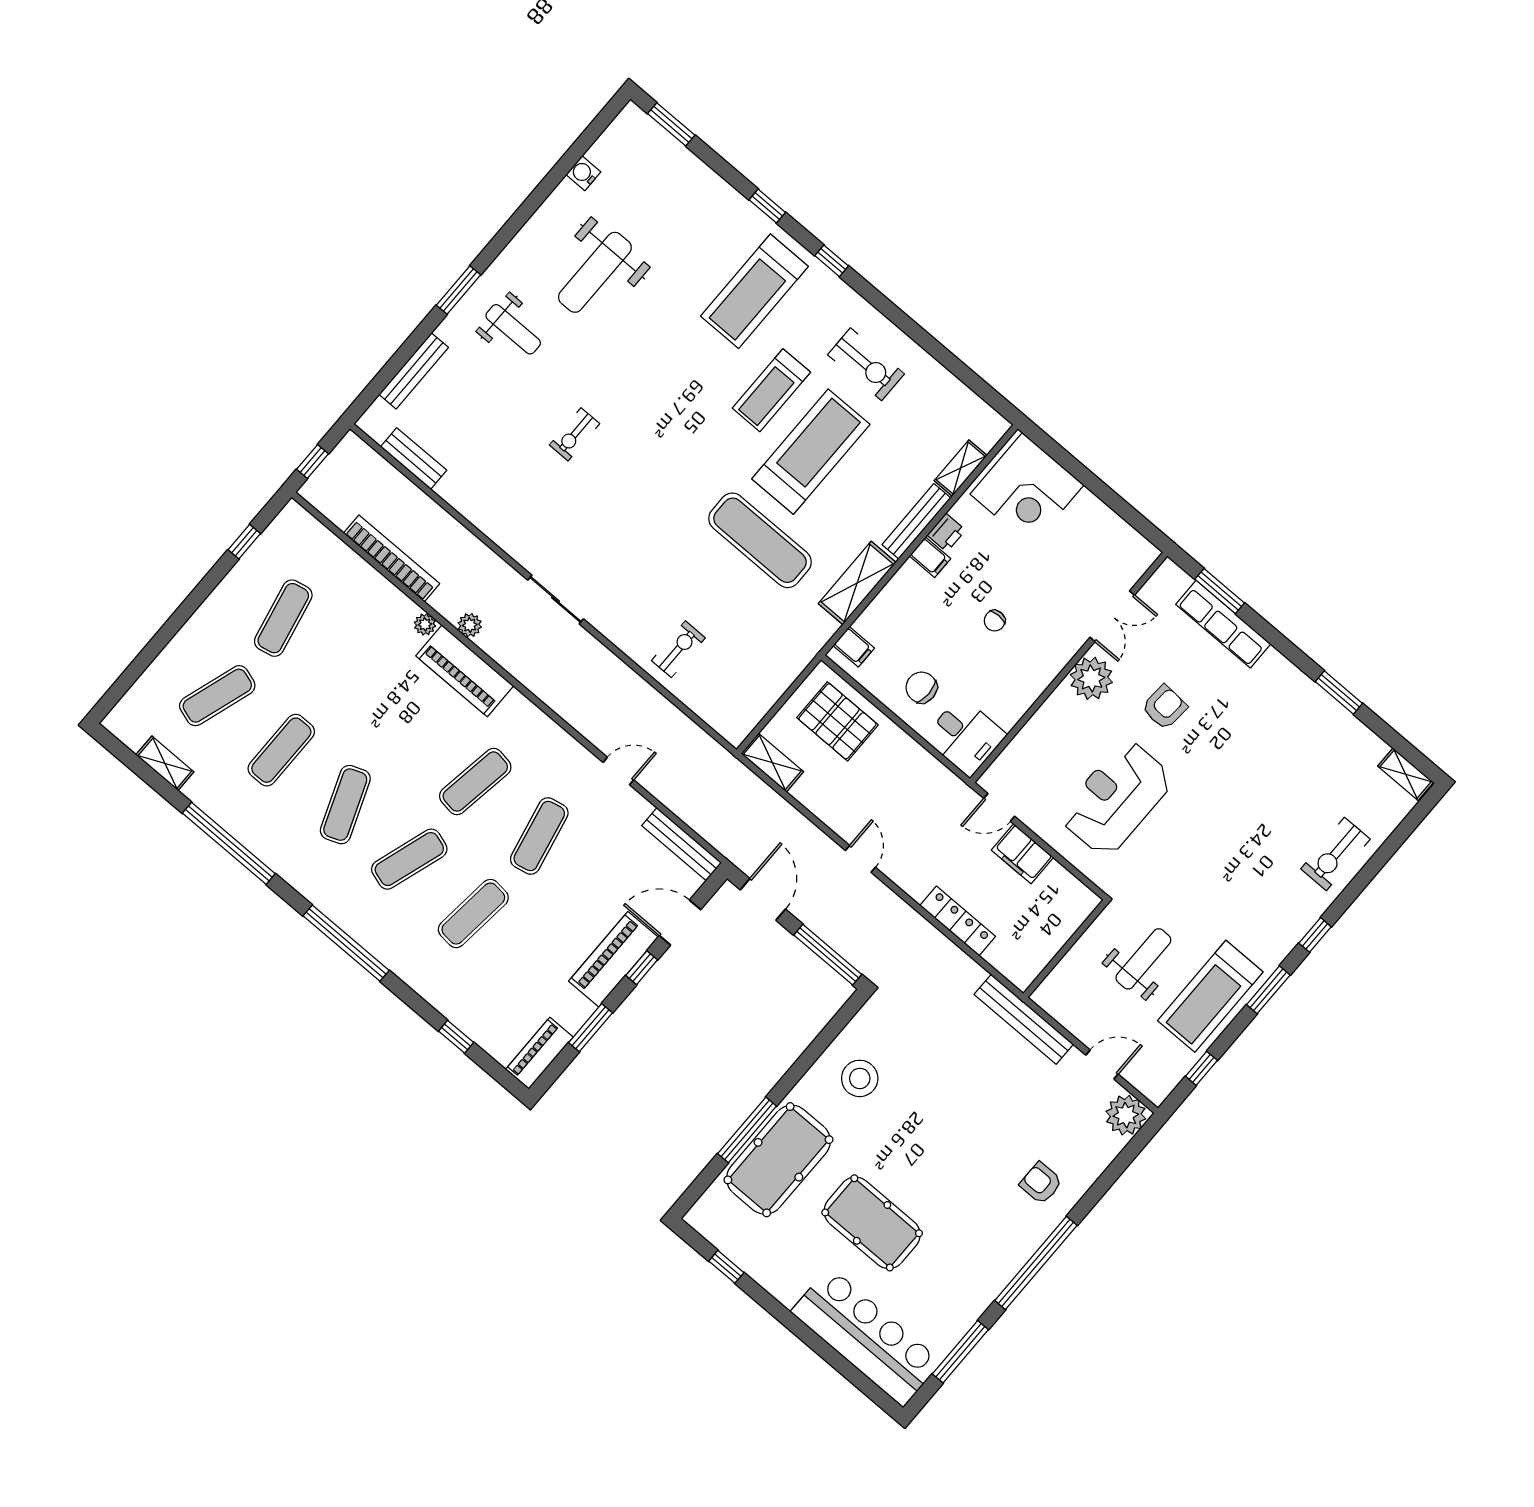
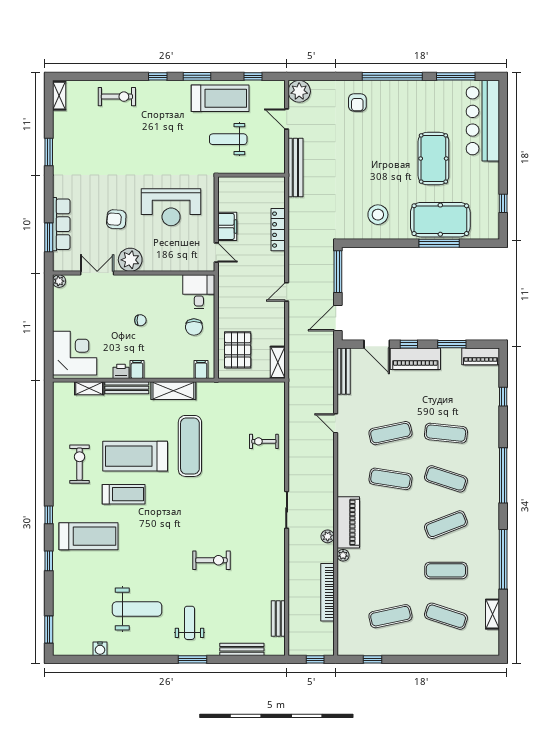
exercise bike: (575, 434) -> (211, 560), width x1.38, depth x1.39
plant: (1146, 553) -> (59, 281), added

